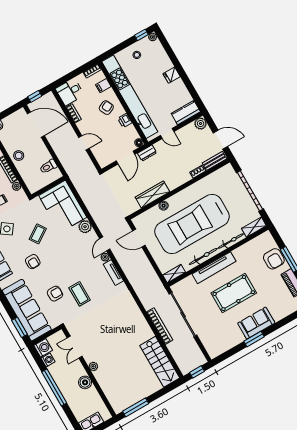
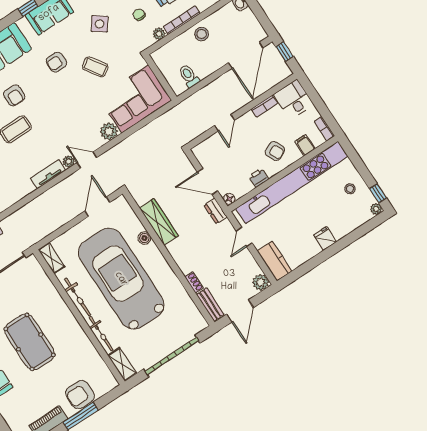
tv unit: (214, 268) -> (63, 313), removed

